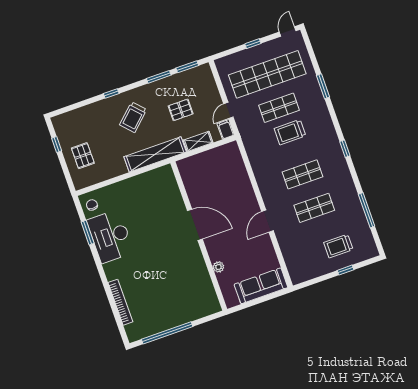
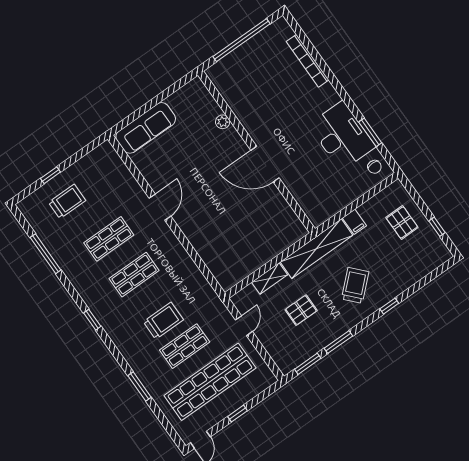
filing cabinet: (226, 129) -> (354, 222), moved
door: (195, 225) -> (265, 164), moved
wall: (199, 236) -> (256, 152), moved
plant: (218, 267) -> (223, 122), moved

